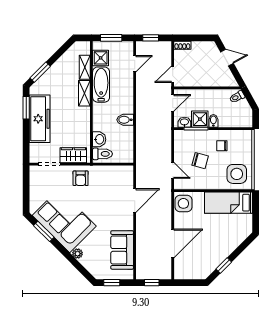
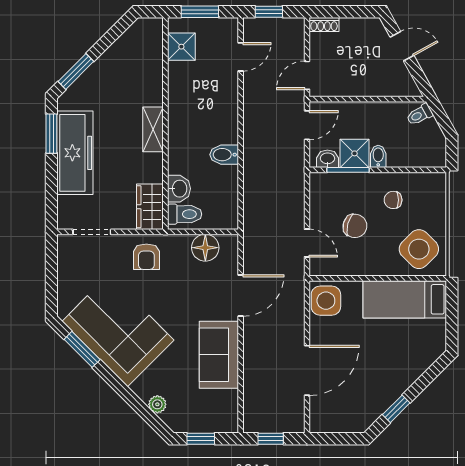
shelving: (85, 67) -> (154, 63), removed
bathtub: (101, 85) -> (182, 93), removed
shelving: (84, 93) -> (153, 129), moved
wardrobe: (73, 155) -> (150, 207), moved, turned -90
floor lamp: (114, 173) -> (205, 248), added
side table: (237, 174) -> (419, 249), turned 45
sofa: (122, 250) -> (219, 355), moved
plant: (78, 254) -> (157, 404), moved

